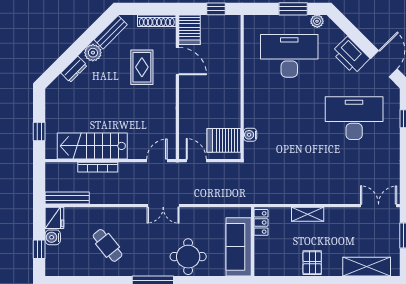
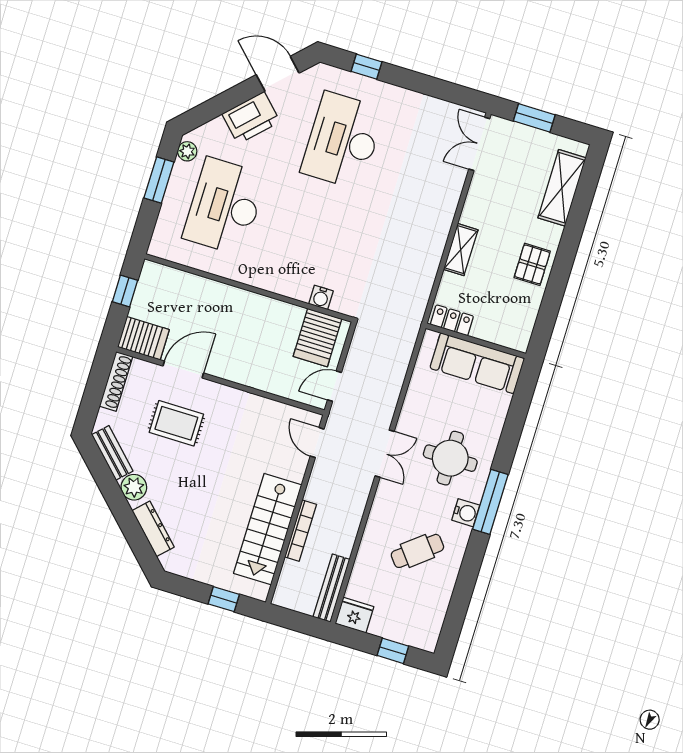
dresser: (74, 69) -> (153, 529), width x1.44
water cooler: (53, 237) -> (466, 513), moved, turned -90
round table: (188, 257) -> (450, 458), moved
pallet: (312, 263) -> (532, 264), turned 90

